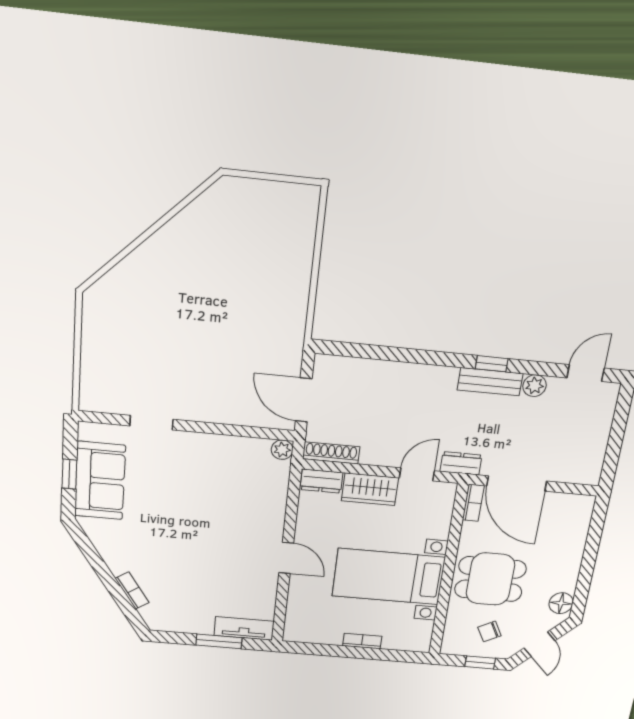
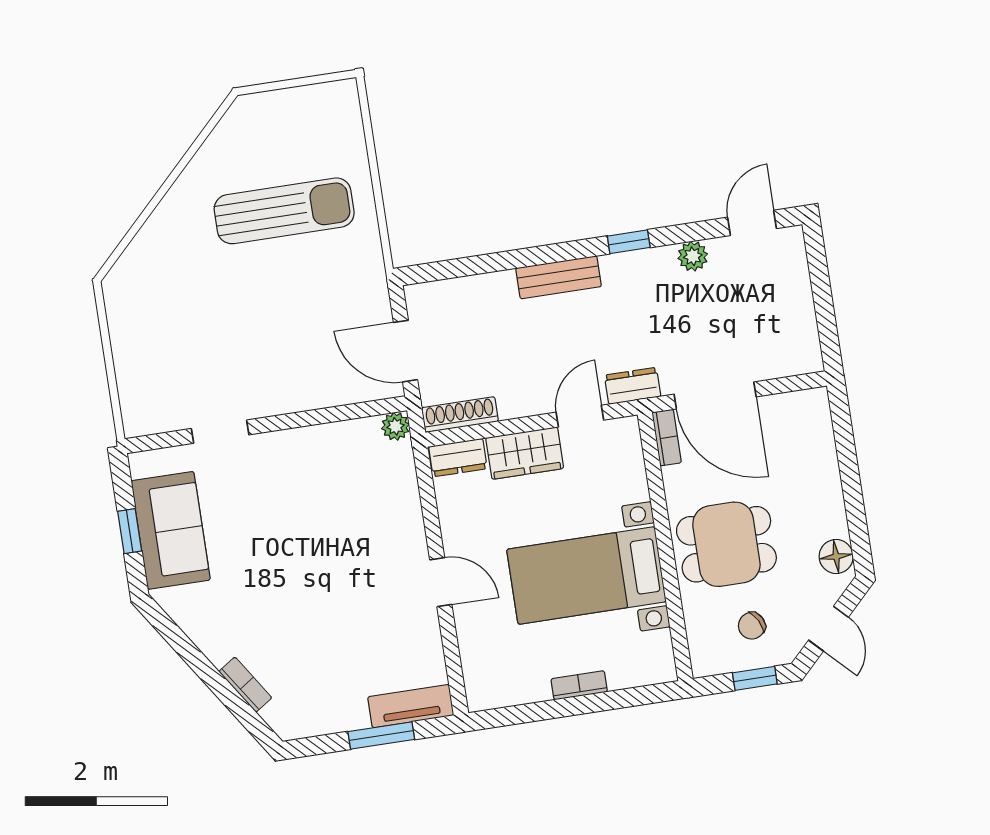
sun lounger: (238, 275) -> (284, 211), added
bench: (490, 382) -> (559, 277), moved

